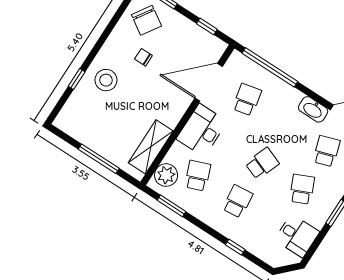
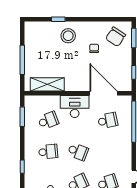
washbasin: (313, 109) -> (126, 160), removed
plant: (166, 175) -> (37, 103), removed

